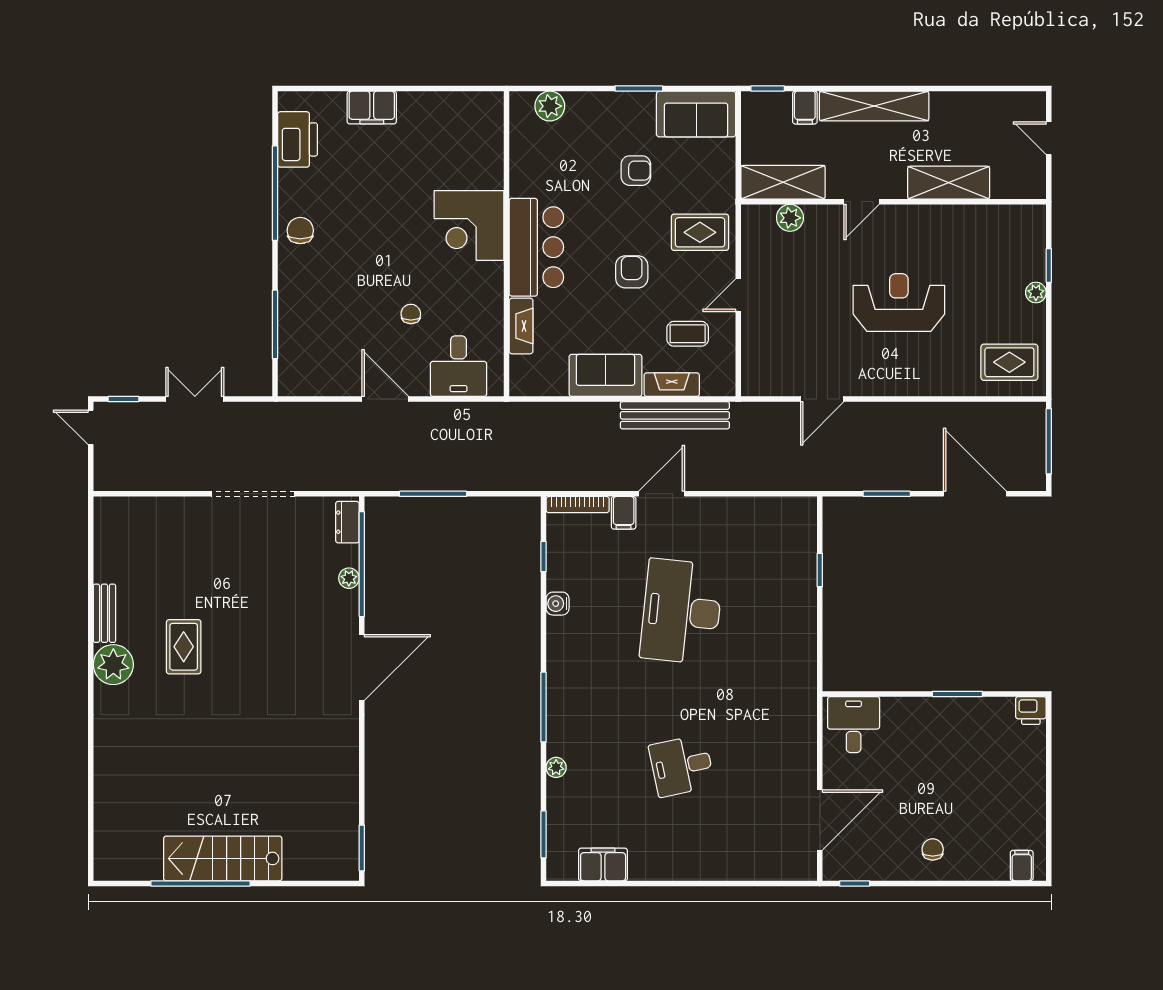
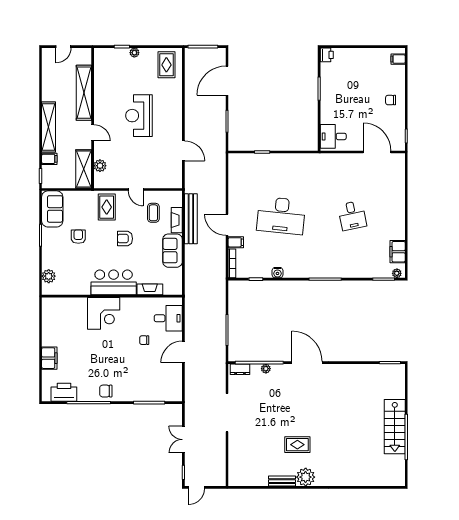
shelving: (949, 183) -> (84, 93), width x1.47
plant: (556, 767) -> (397, 273), moved

